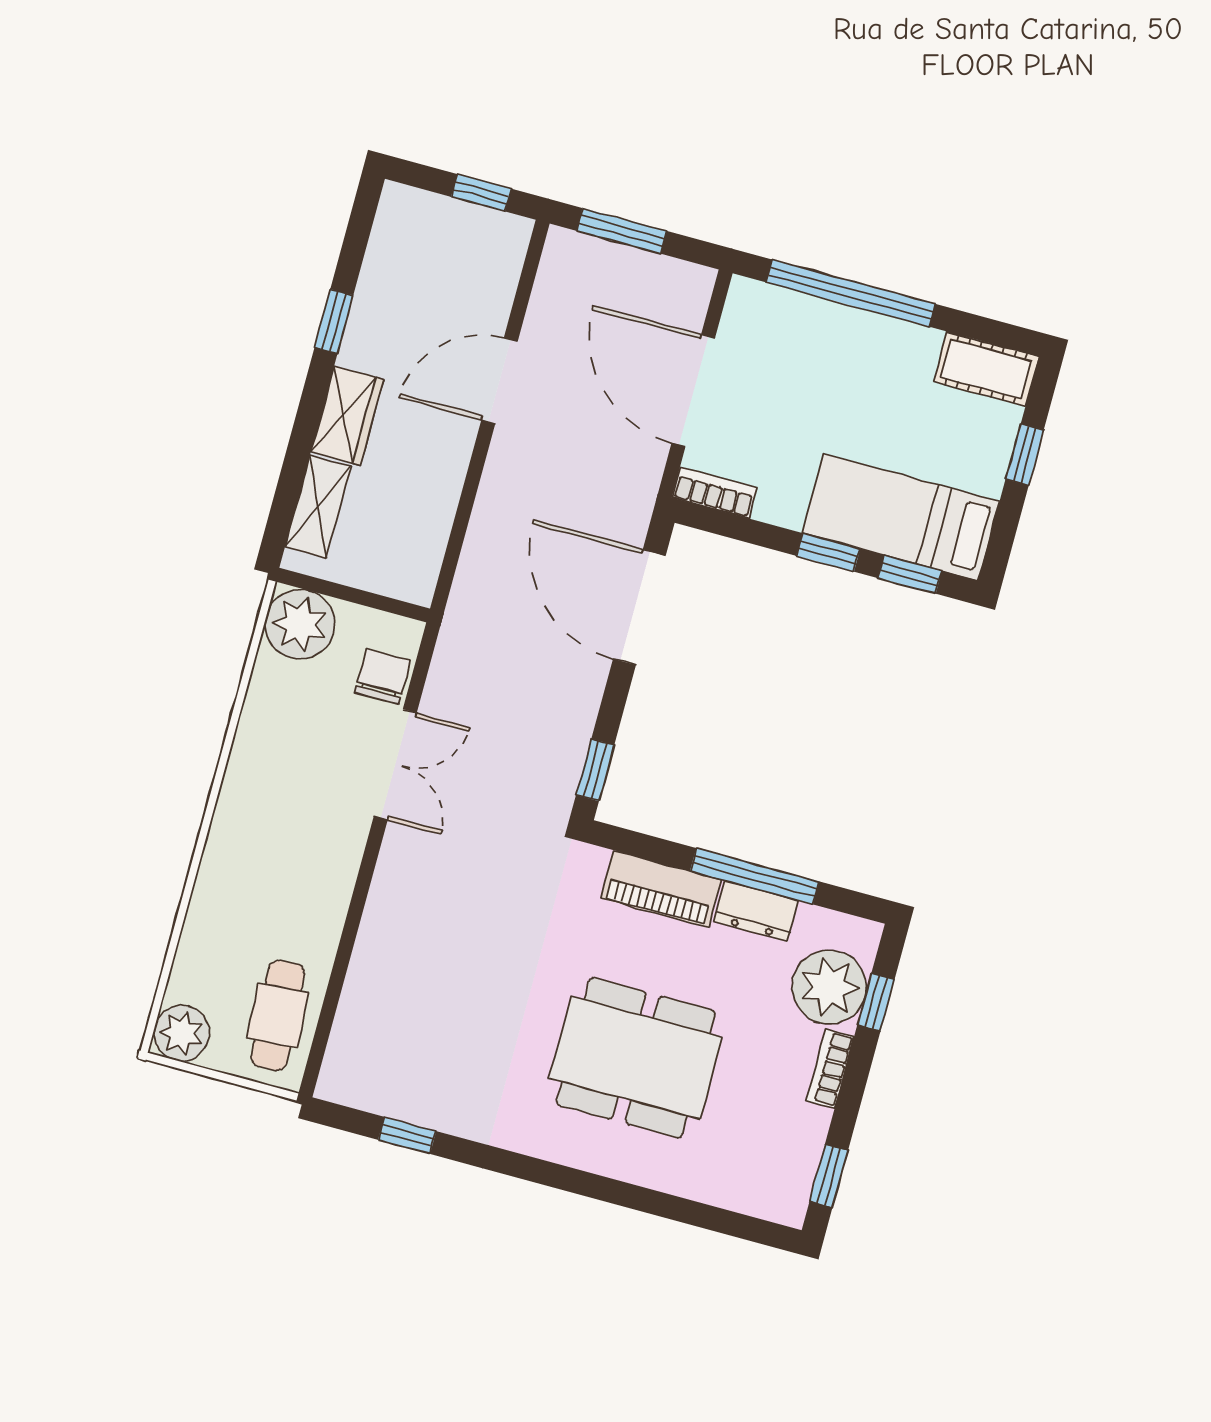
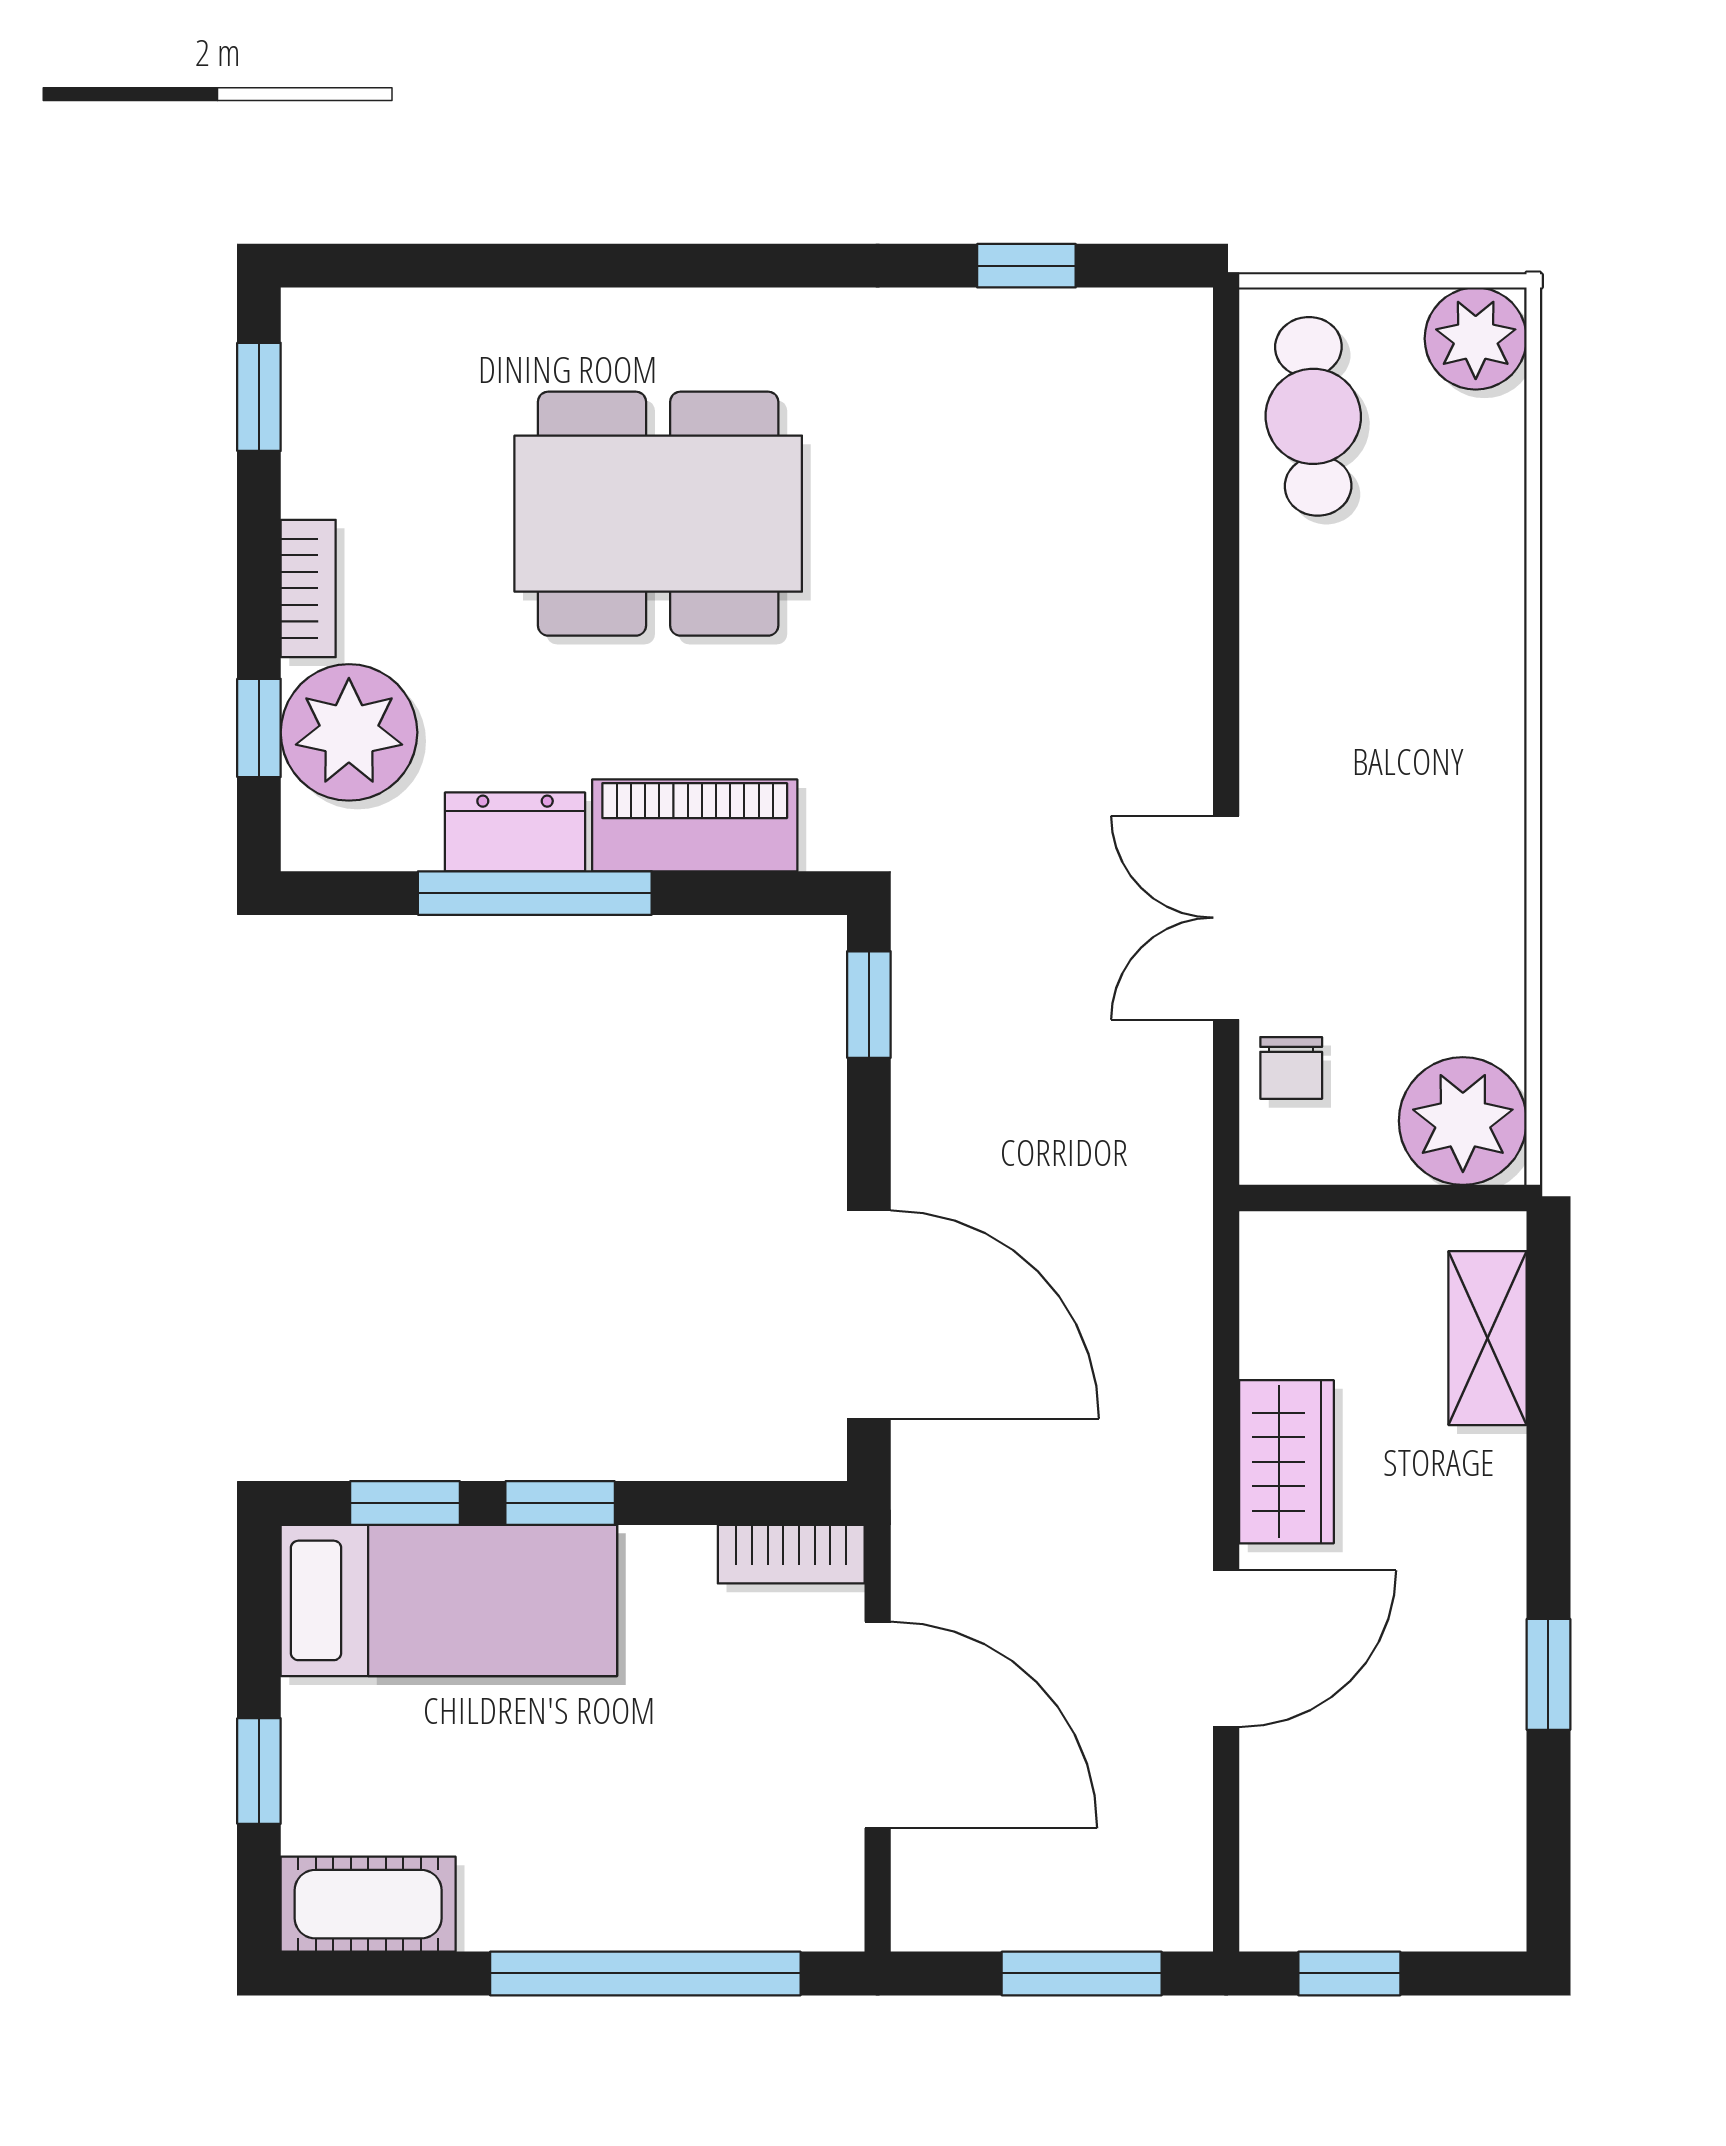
wardrobe: (347, 416) -> (1286, 1462), moved, turned 180
chair: (382, 676) -> (1291, 1068), width x0.73, depth x0.73

